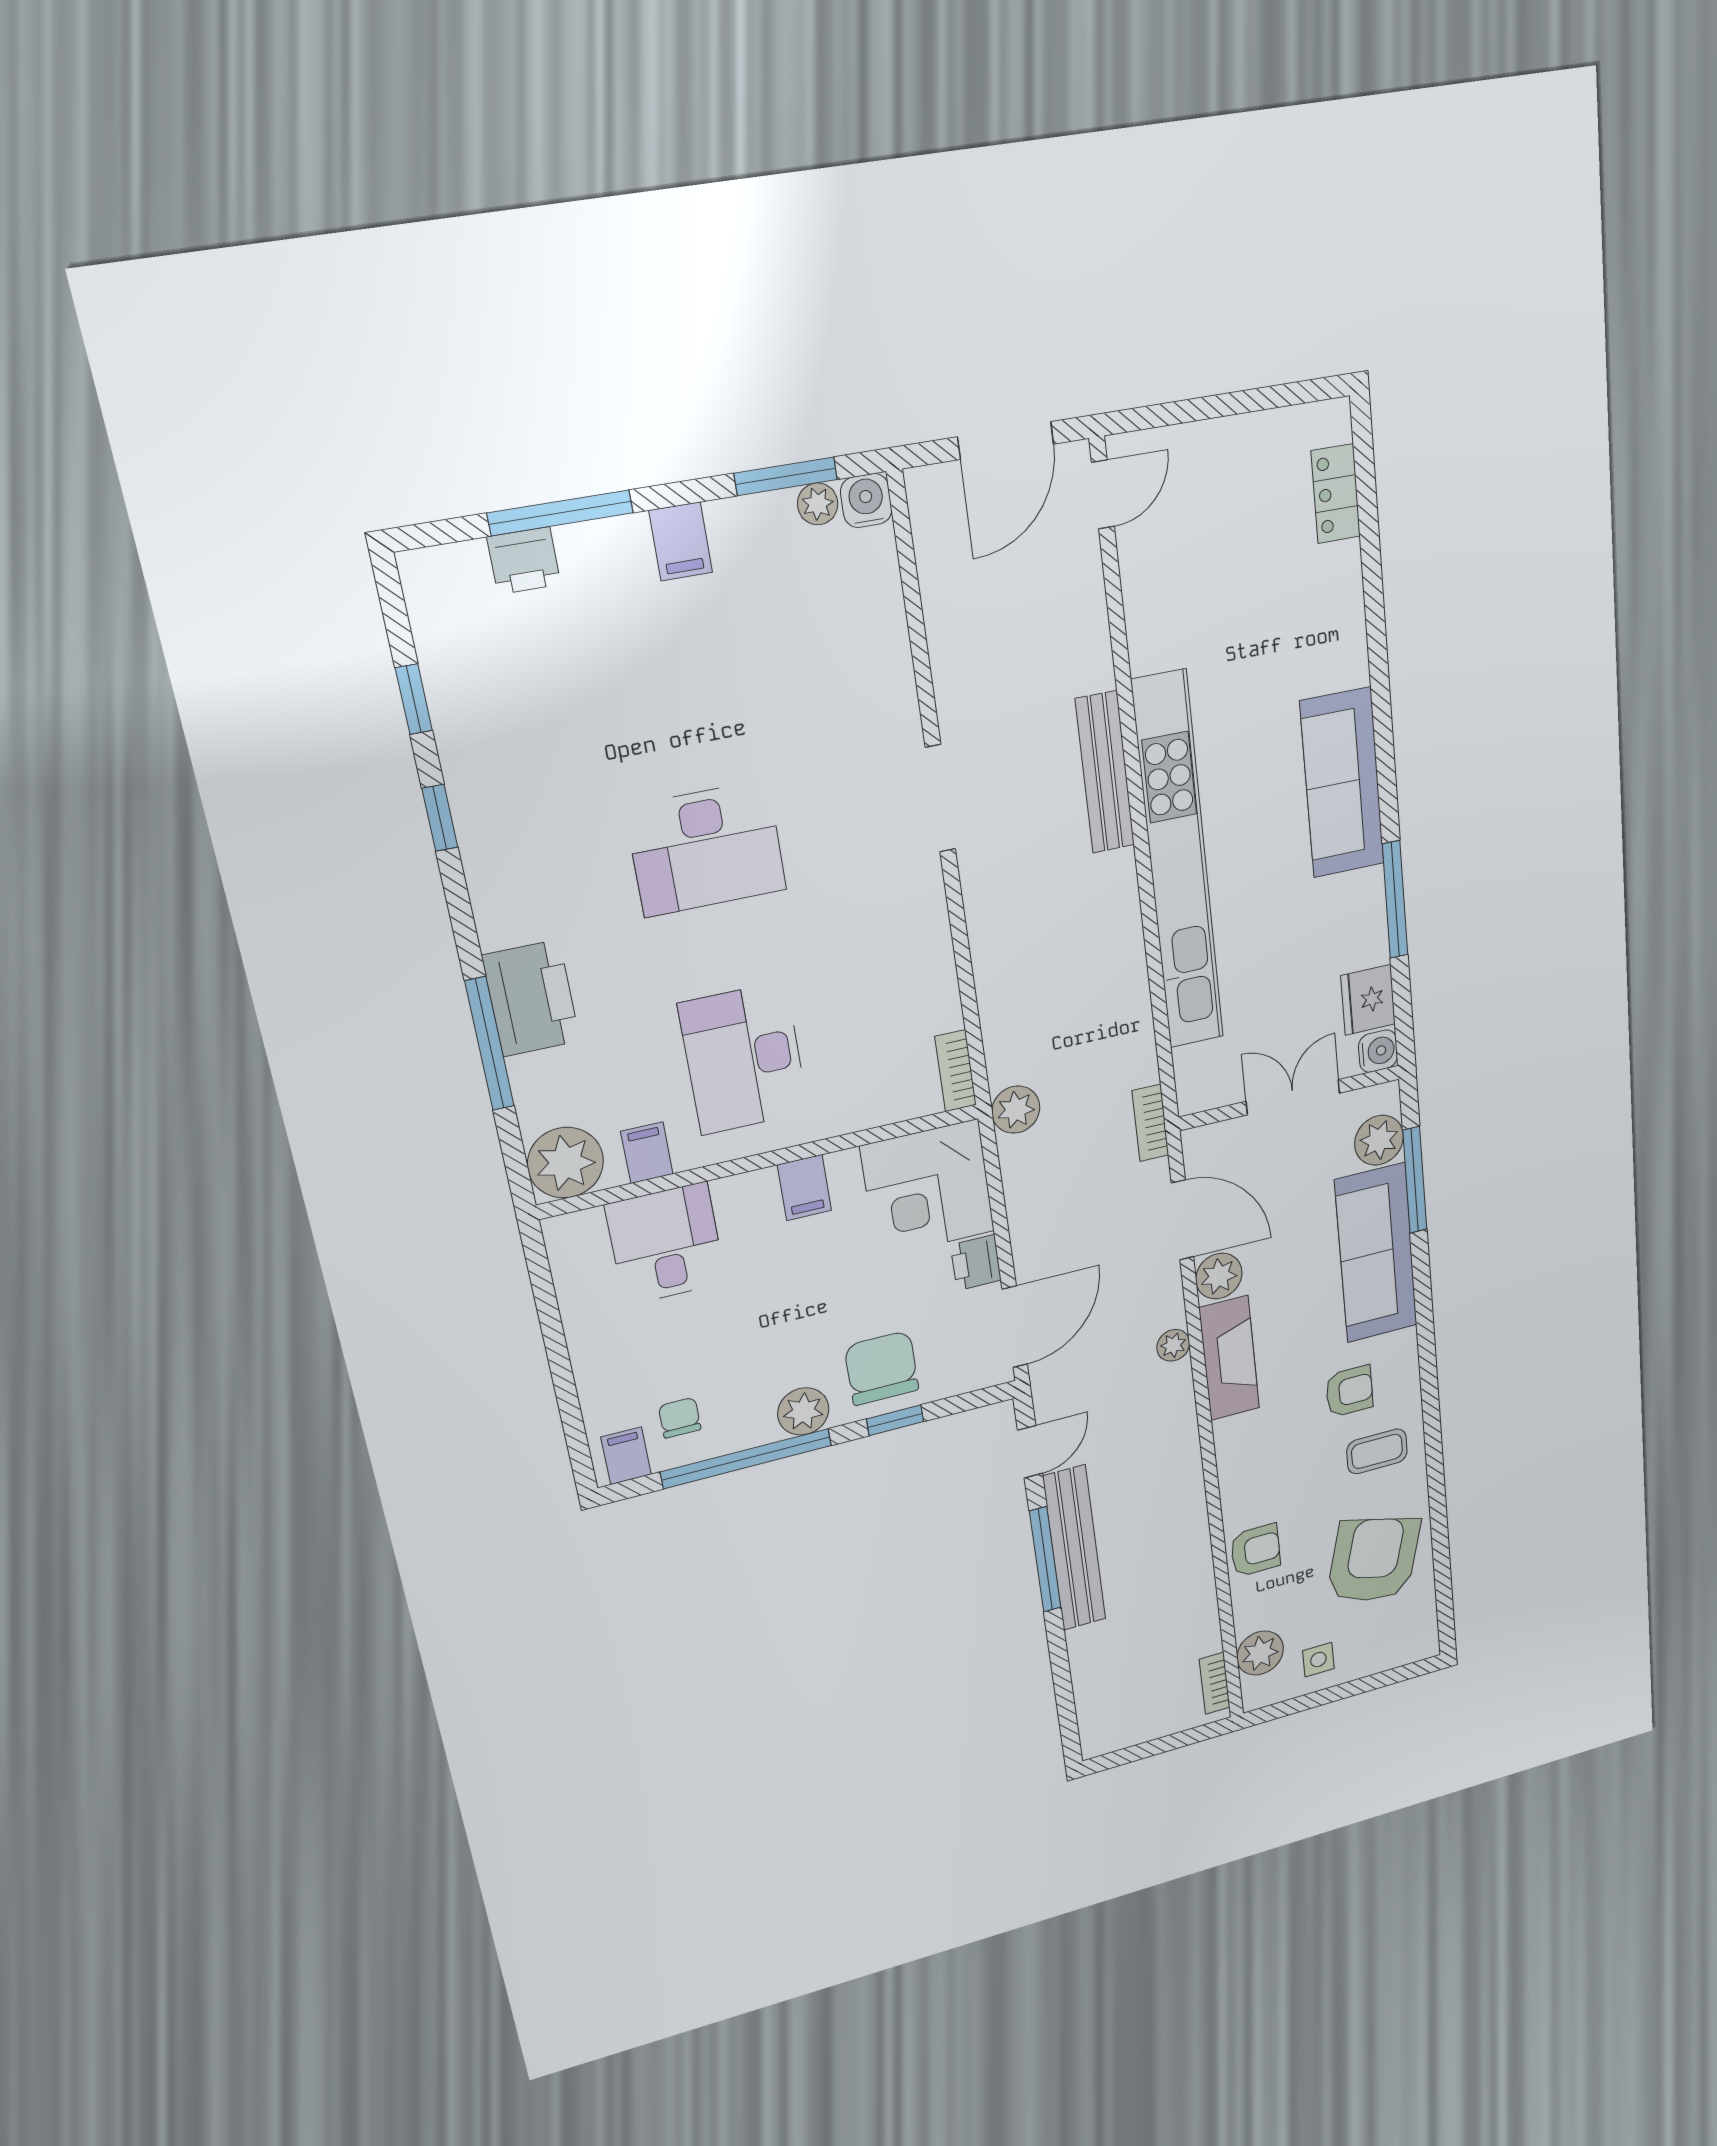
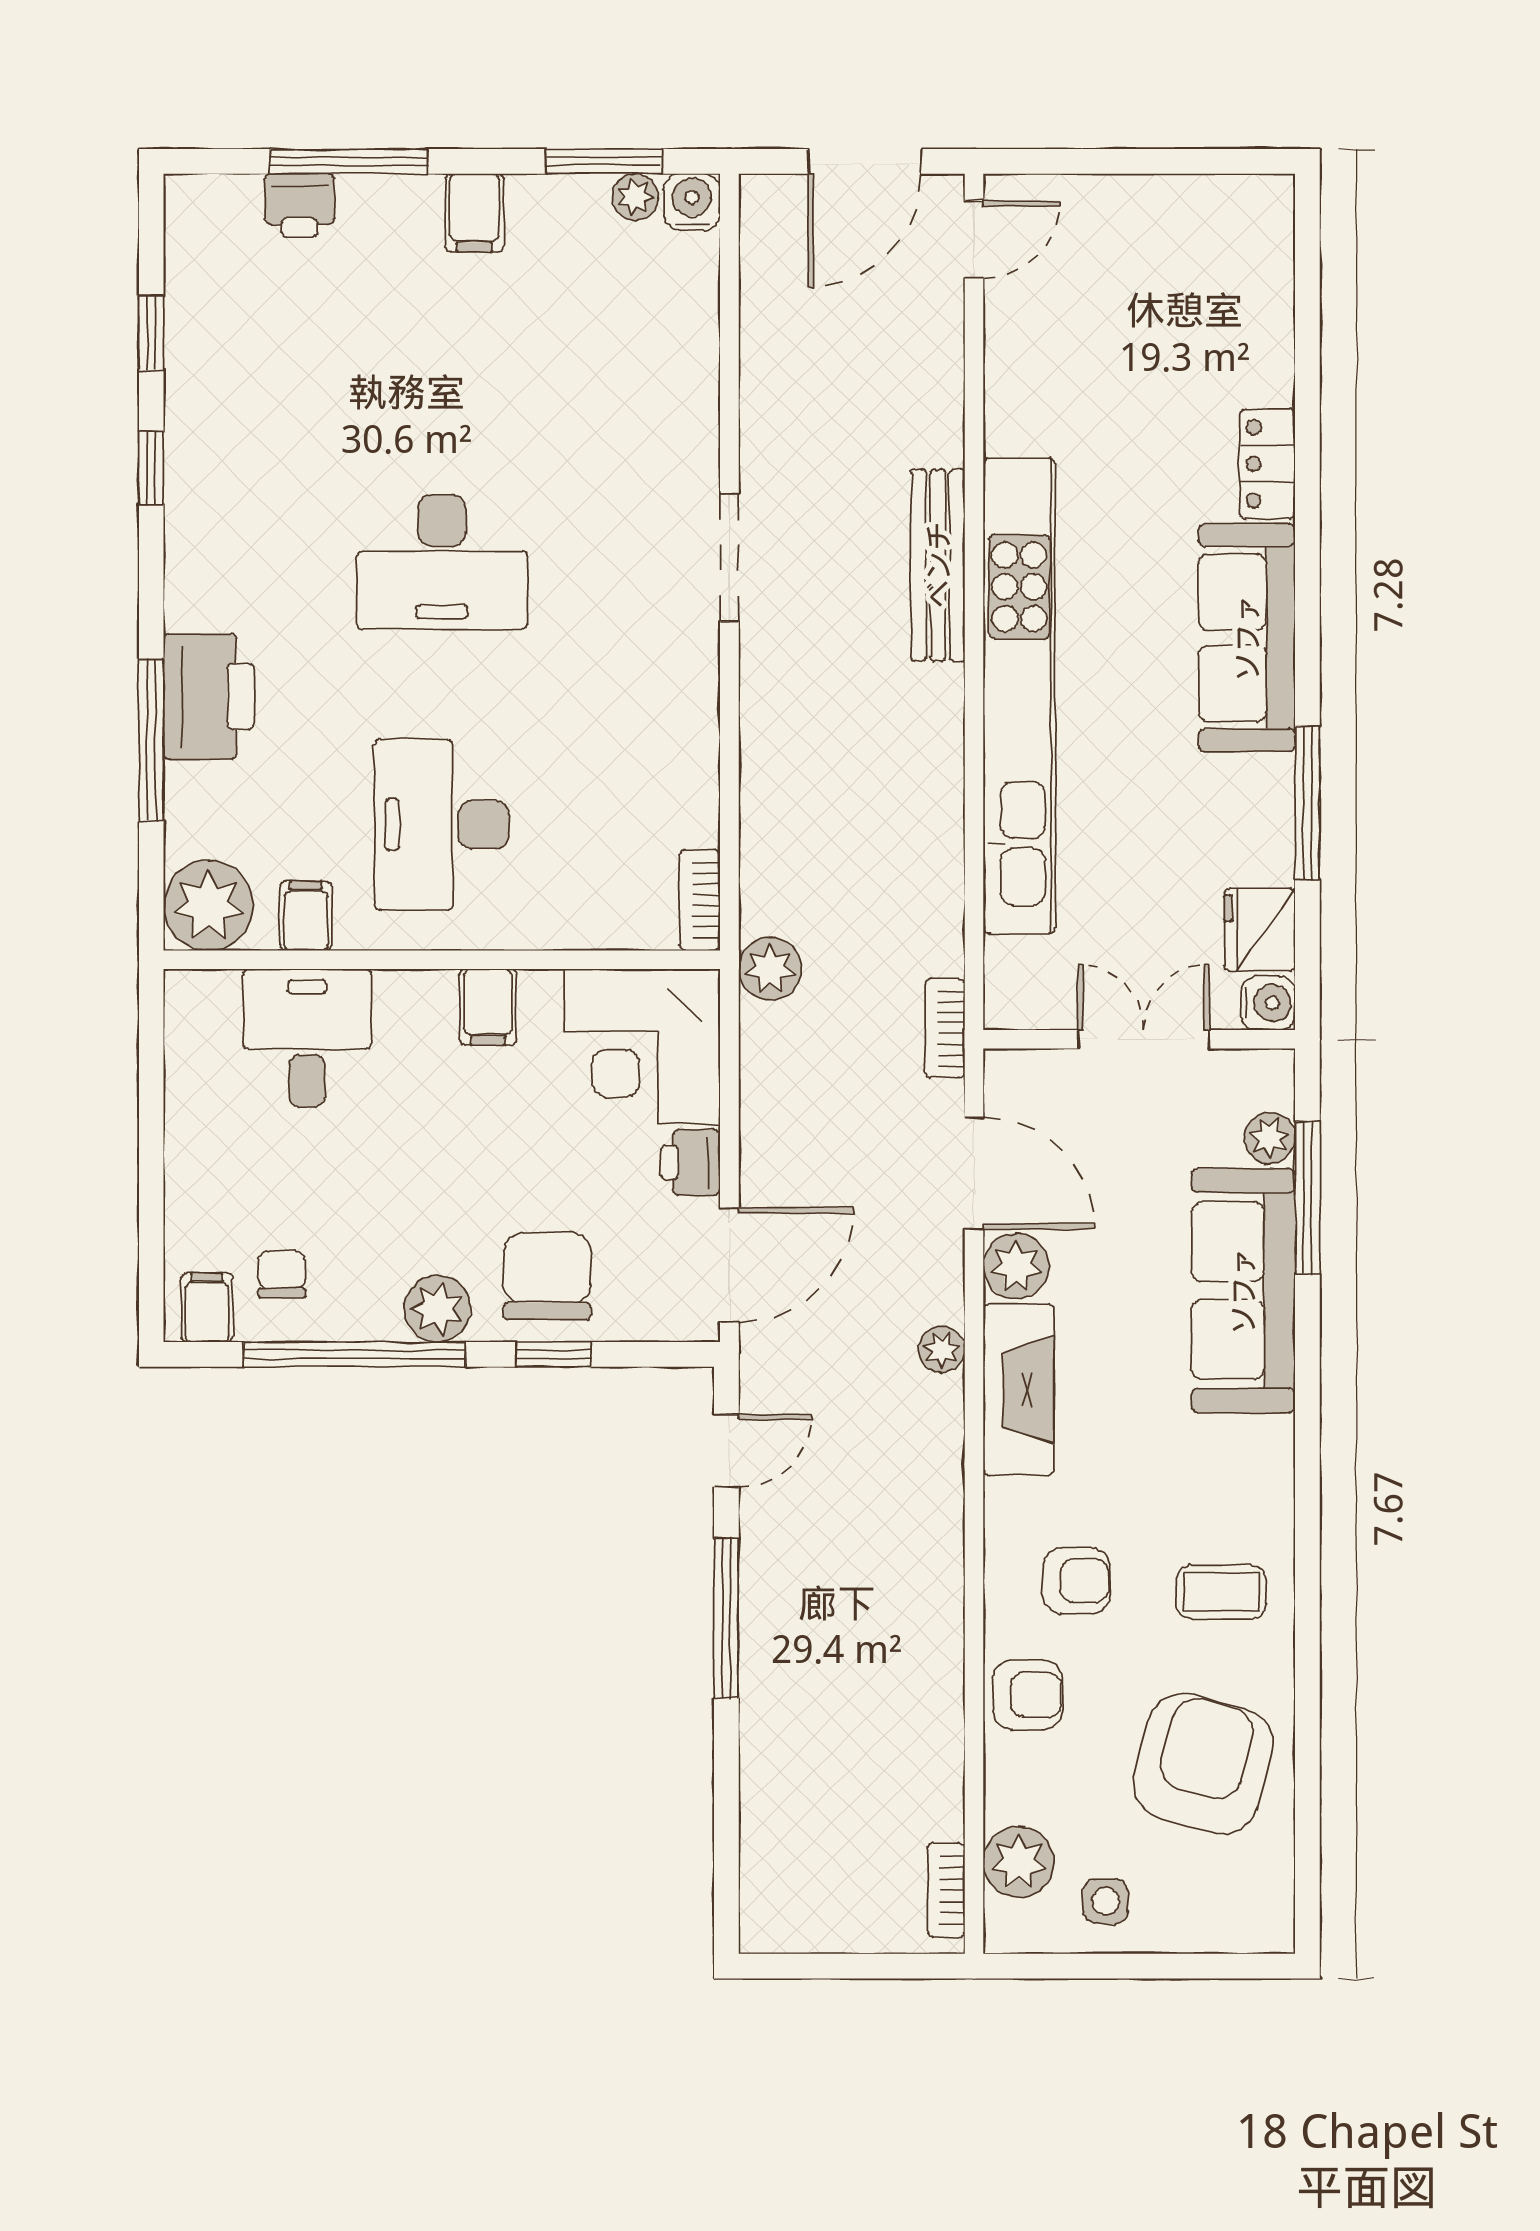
locker: (1336, 494) -> (1267, 464), moved
plant: (1379, 1140) -> (1270, 1138), width x0.73, depth x0.73
armchair: (1349, 1391) -> (1077, 1581), moved
bench: (1074, 1548) -> (769, 1613), removed

